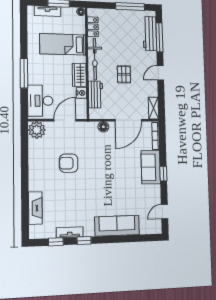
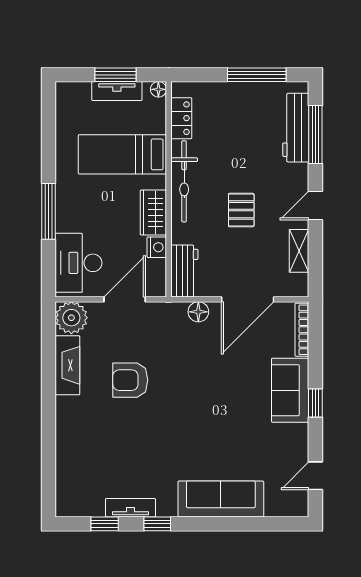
tv unit: (48, 11) -> (117, 91), moved
workbench: (96, 94) -> (184, 271), moved
shelving: (153, 108) -> (299, 251), moved
fireplace: (35, 208) -> (67, 365), moved

